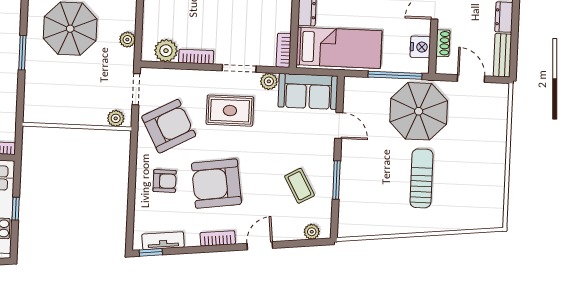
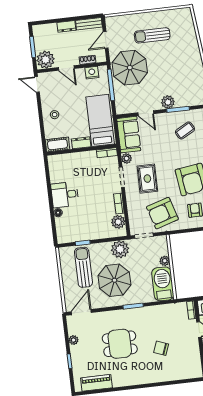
plant: (127, 40) -> (120, 249), width x1.87, depth x1.87
barbecue: (51, 108) -> (163, 284), added
plant: (116, 118) -> (165, 261), moved
door: (339, 125) -> (146, 113), swing flipped
armchair: (169, 126) -> (162, 213), turned -79
plant: (351, 165) -> (168, 102), added
sun lounger: (421, 178) -> (152, 35), moved

